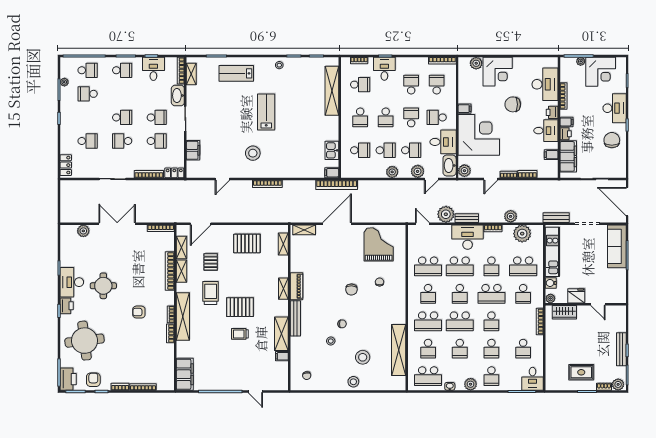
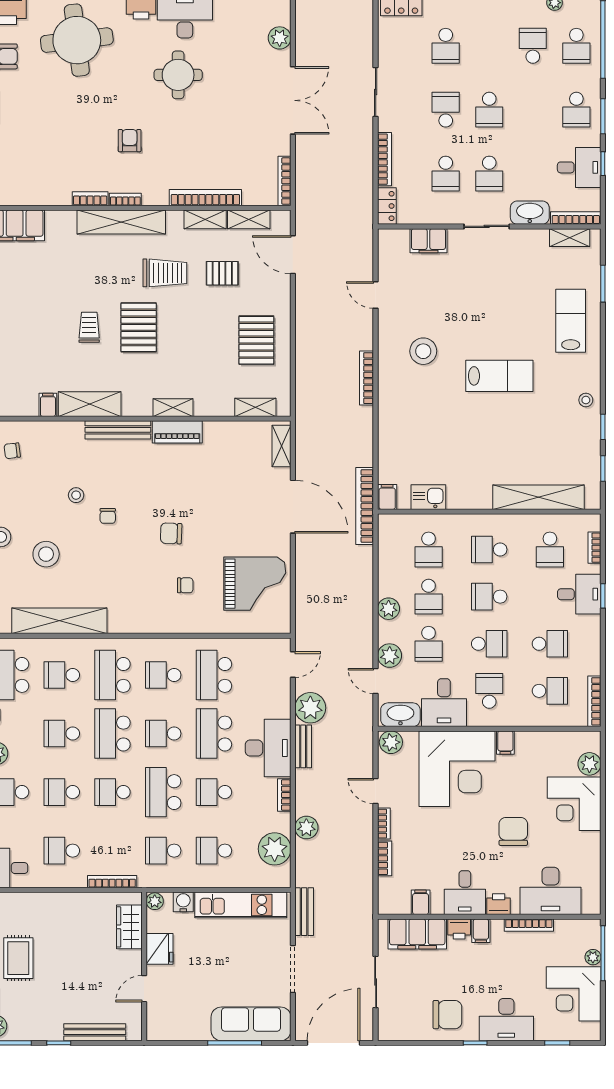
school desk: (523, 266) -> (214, 851), width x0.54
bench: (621, 349) -> (95, 1032), moved

